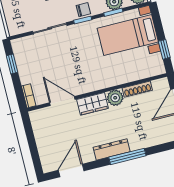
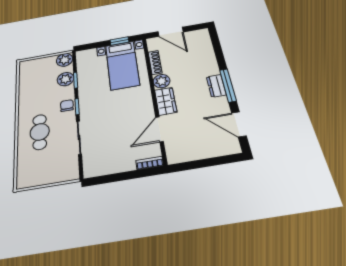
bed with nightstands: (128, 35) -> (122, 65), moved
window: (12, 64) -> (111, 178), removed
dresser: (112, 149) -> (216, 86), width x0.70
window: (127, 156) -> (228, 85), moved

